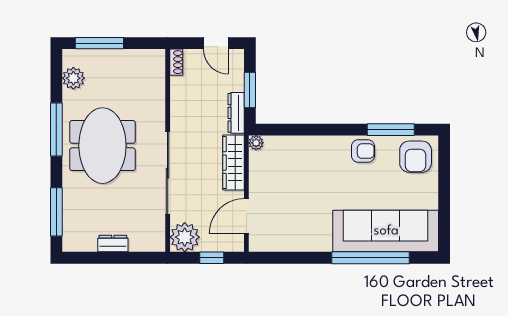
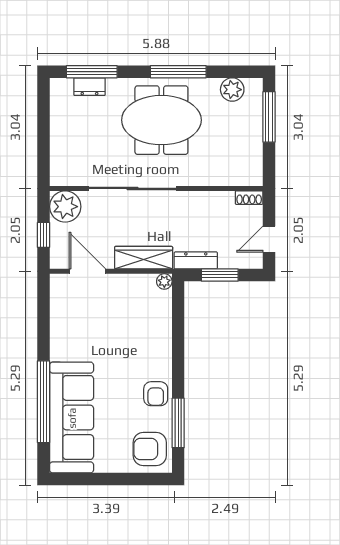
dresser: (113, 244) -> (89, 87), moved, turned 90

